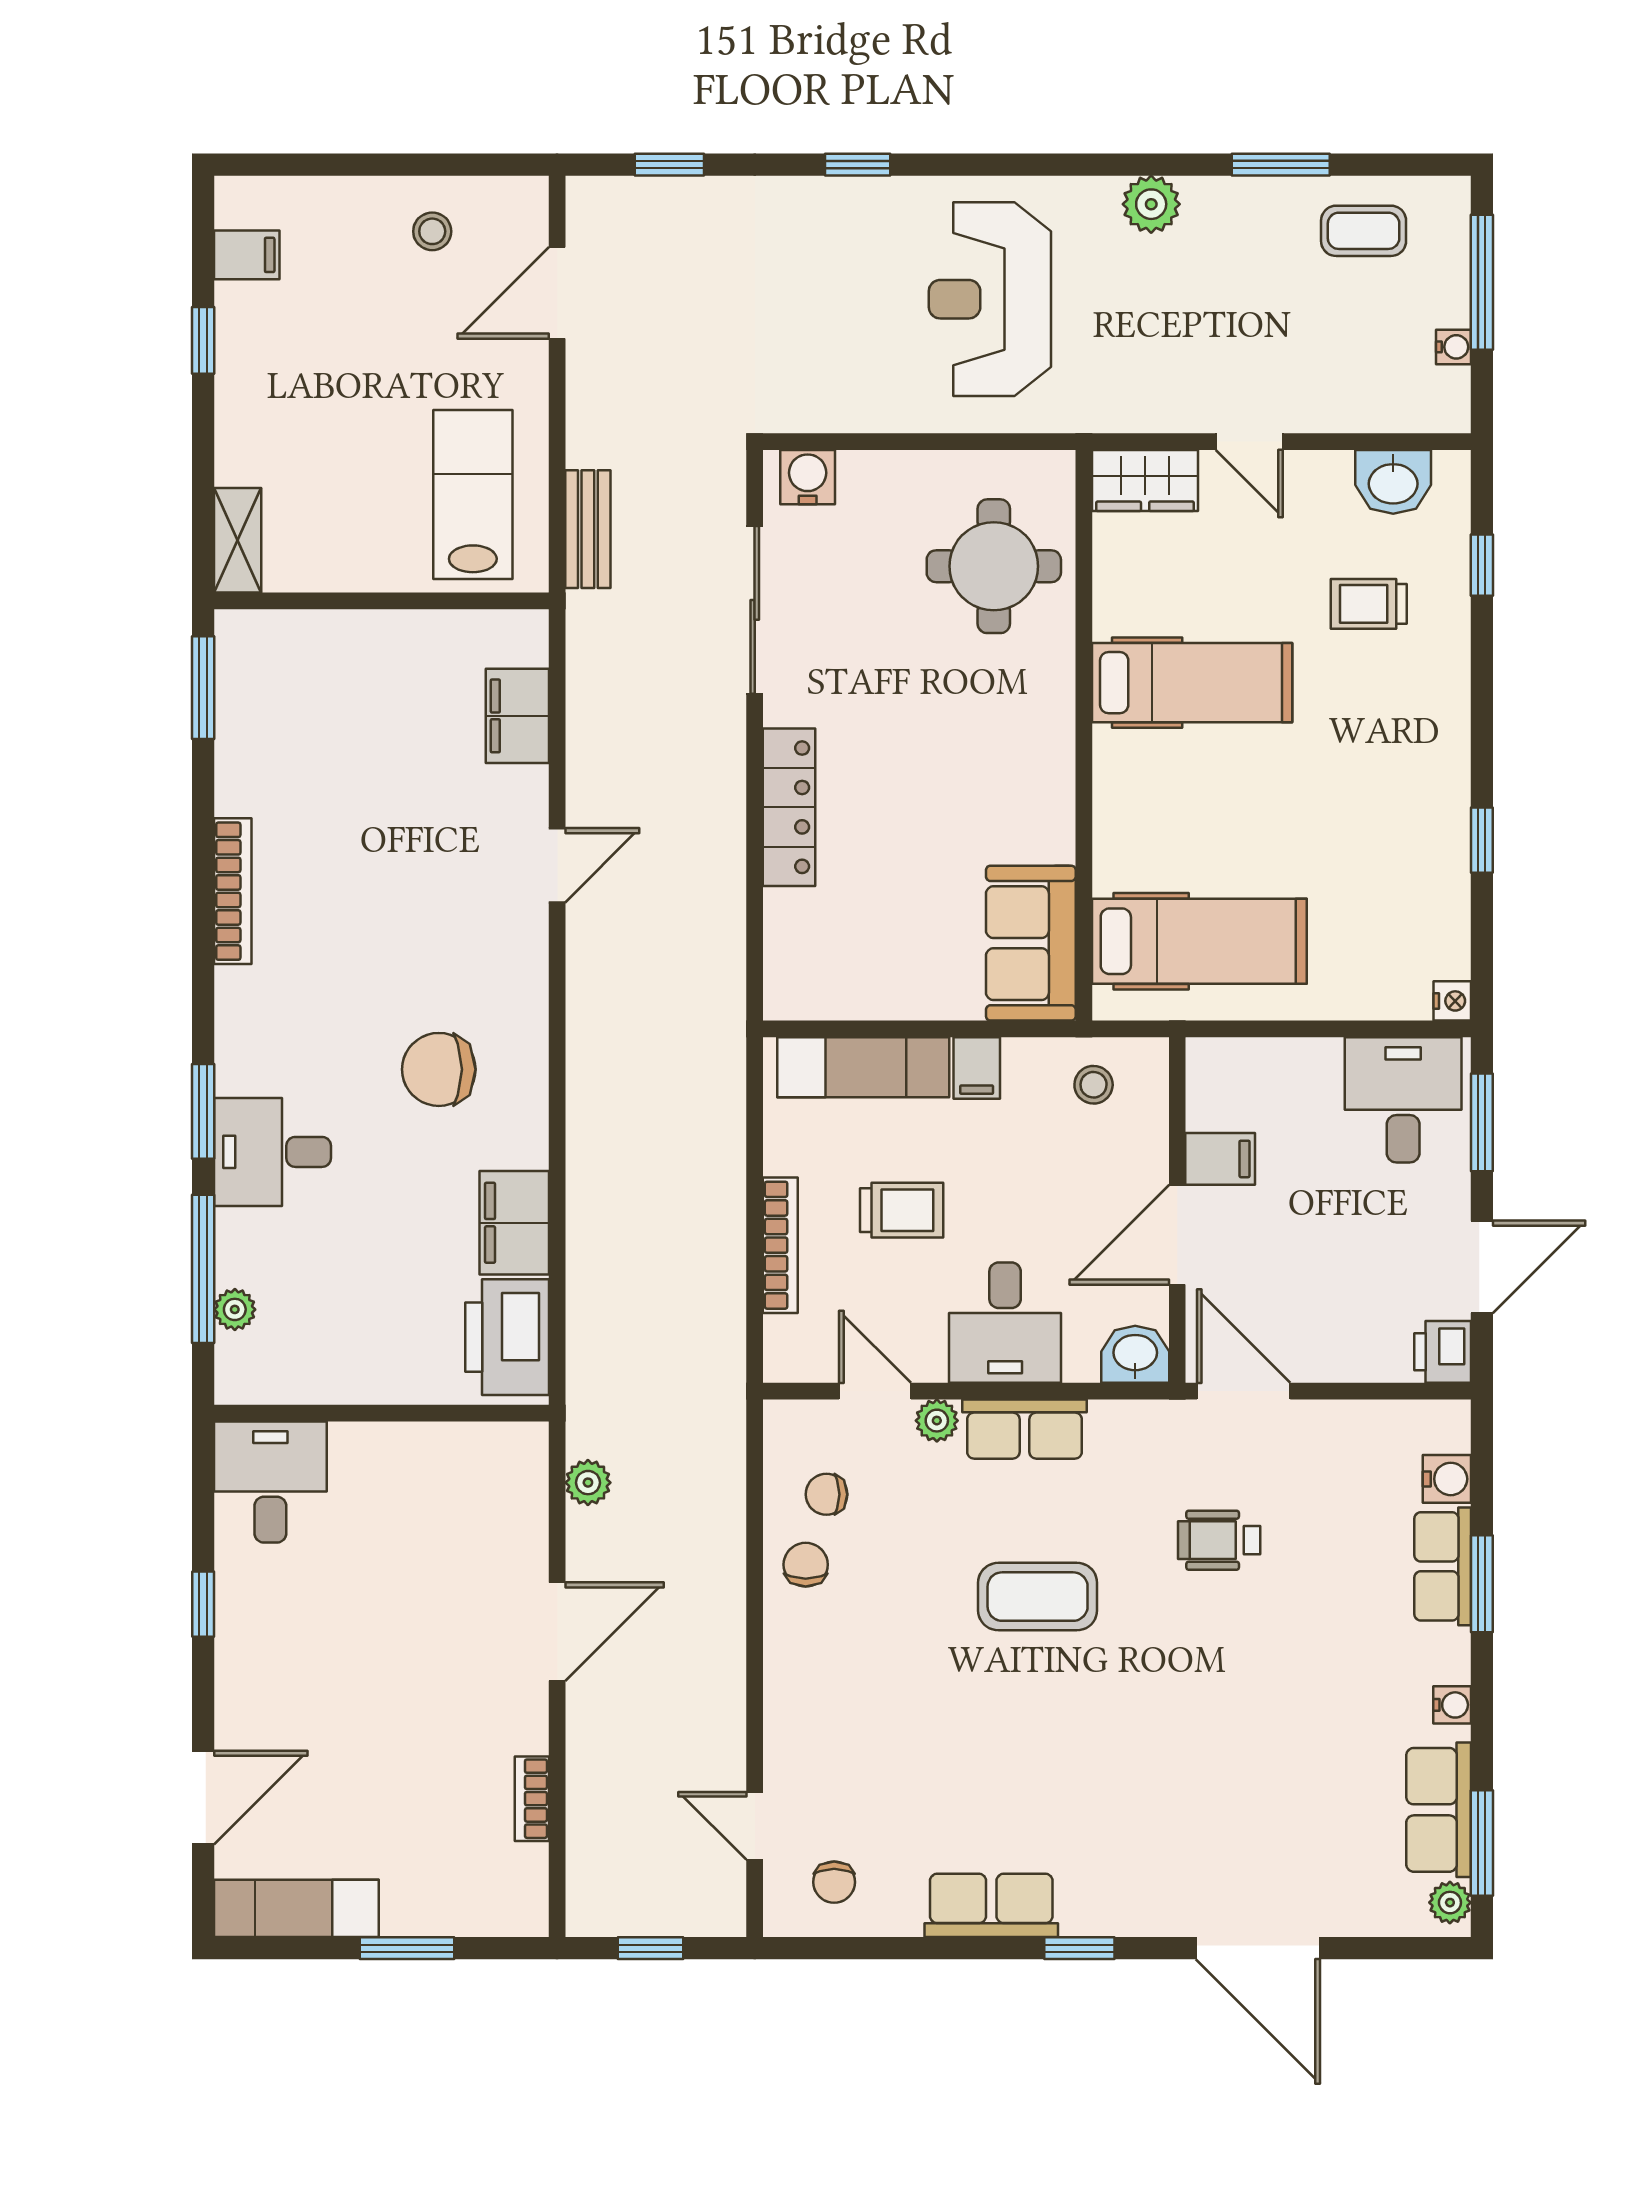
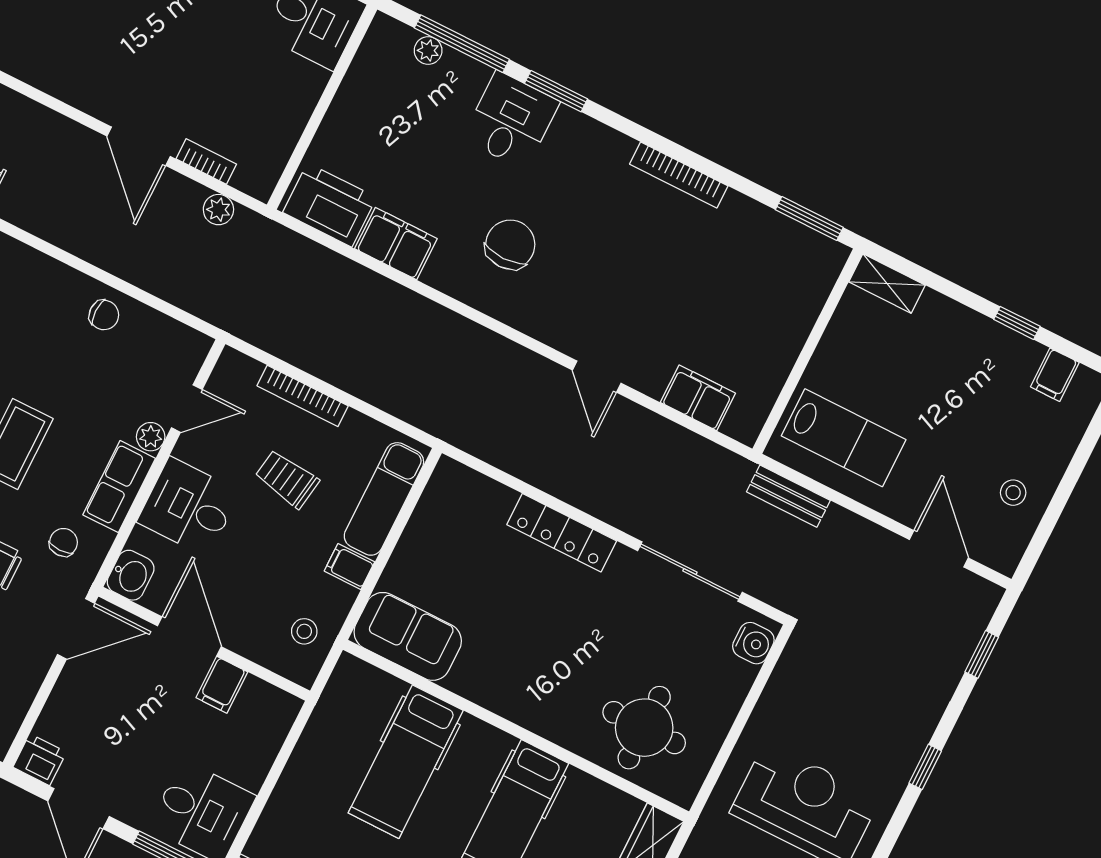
hospital bed: (1199, 941) -> (406, 762), moved
trolley: (902, 1210) -> (287, 479), turned 99
chair: (826, 1494) -> (63, 542), moved
bookcase: (532, 1799) -> (206, 161), moved

